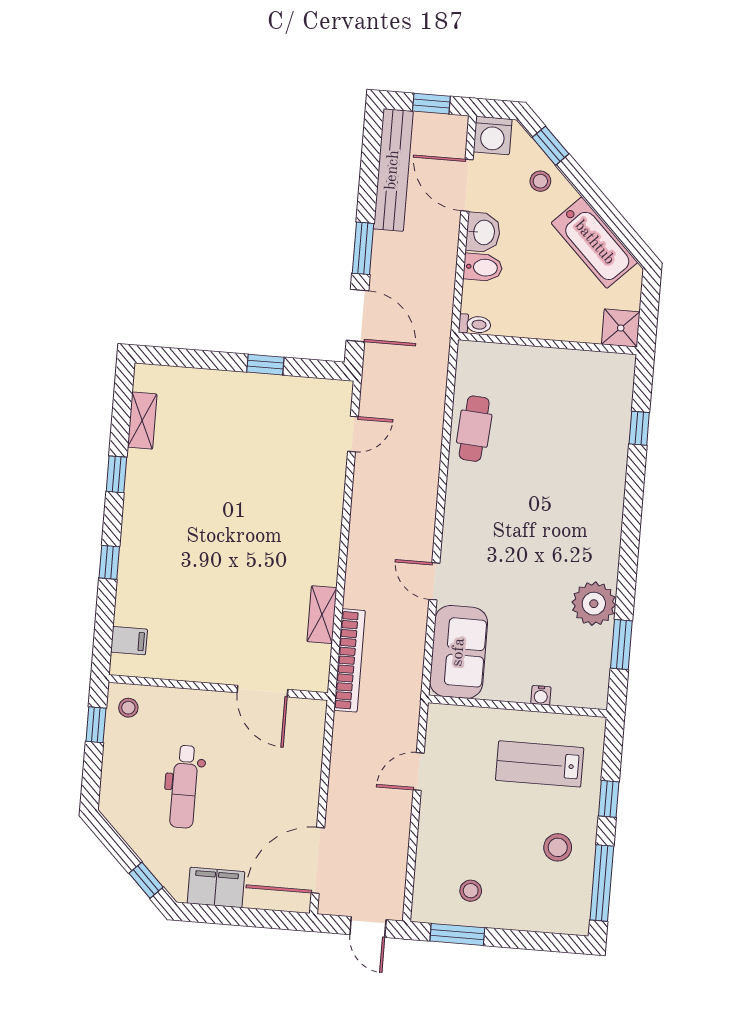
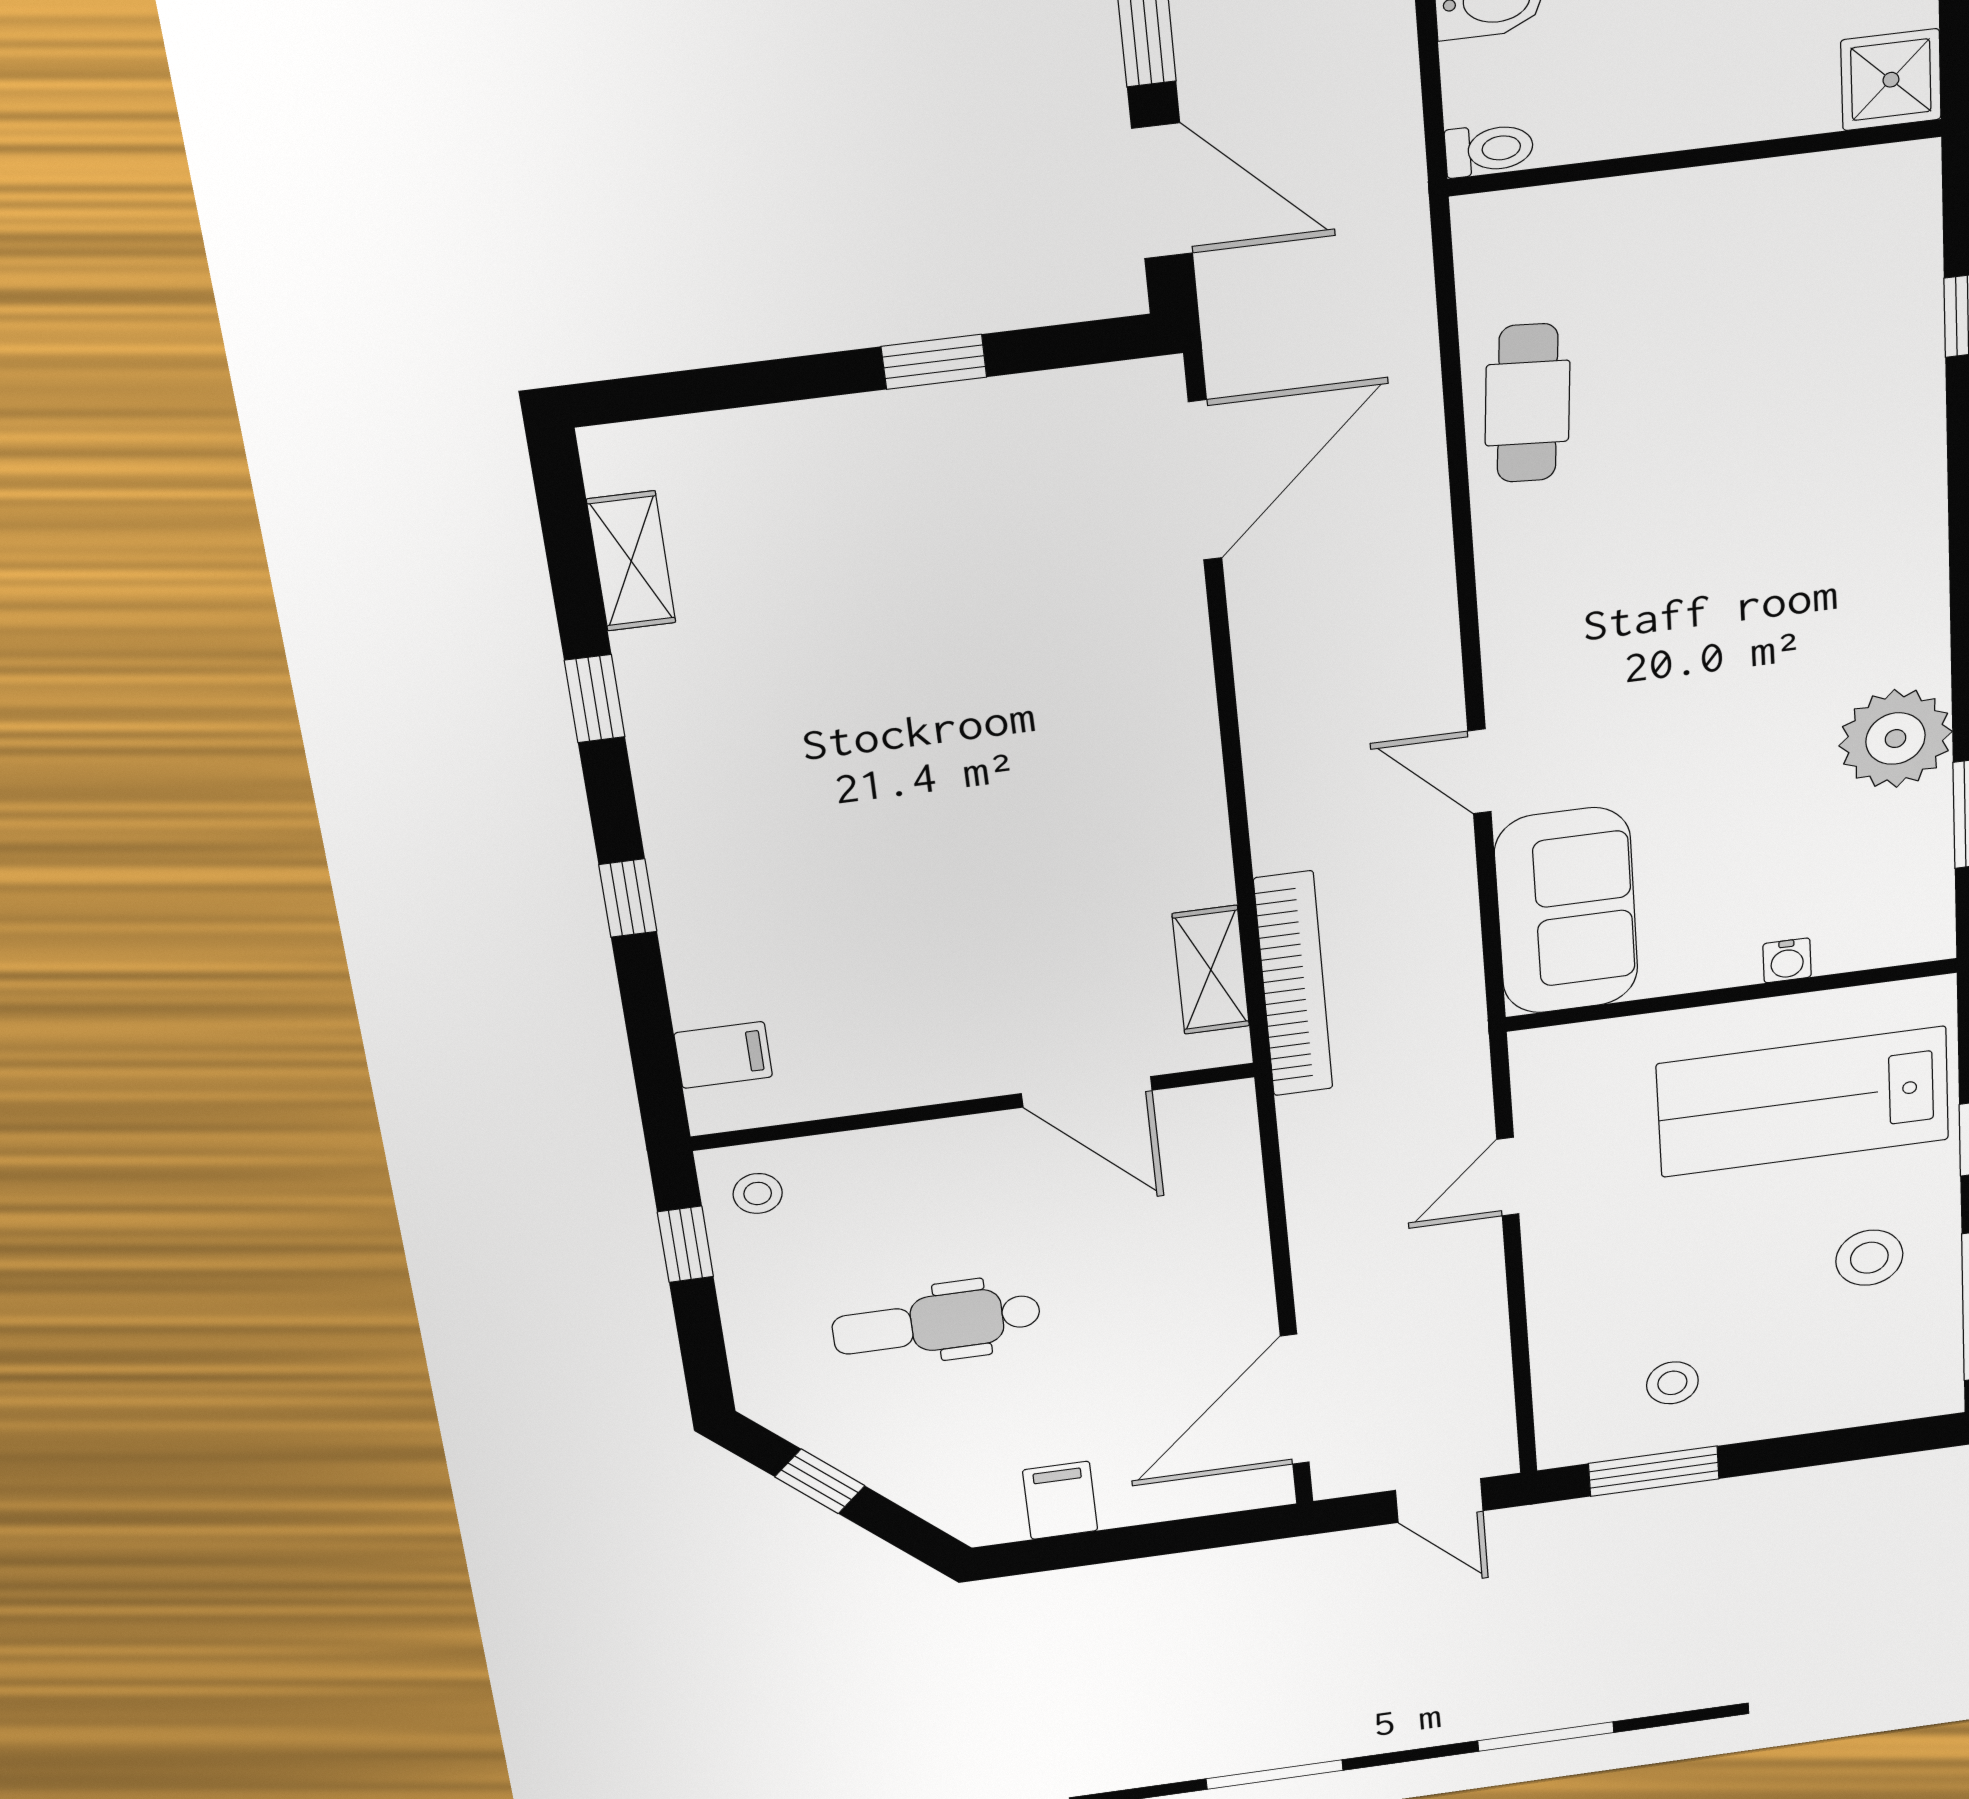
door: (353, 434) -> (1205, 480), width x1.88
shelving: (322, 615) -> (1211, 970), moved
lab bench: (540, 764) -> (1803, 1102), width x1.36, depth x1.39
dental chair: (184, 787) -> (936, 1323), turned 90
window: (146, 880) -> (820, 1481), moved
filing cabinet: (216, 887) -> (1060, 1500), width x0.50

